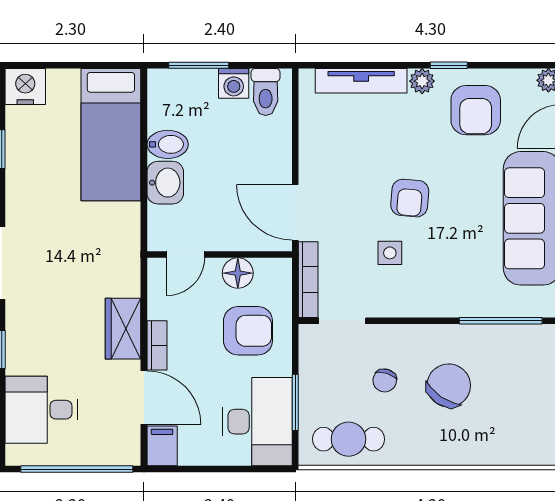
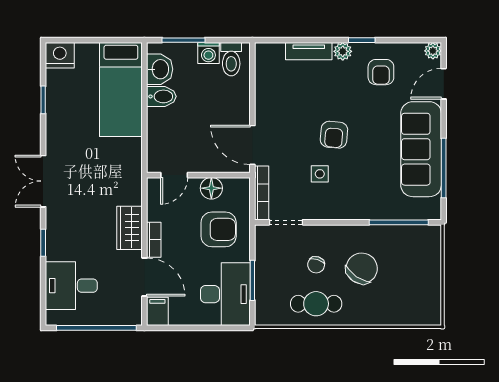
tv unit: (361, 81) -> (309, 51), width x0.71
armchair: (476, 110) -> (381, 72), width x0.72, depth x0.72
washbasin: (165, 183) -> (160, 69), moved
cafe table: (348, 439) -> (316, 304), moved

